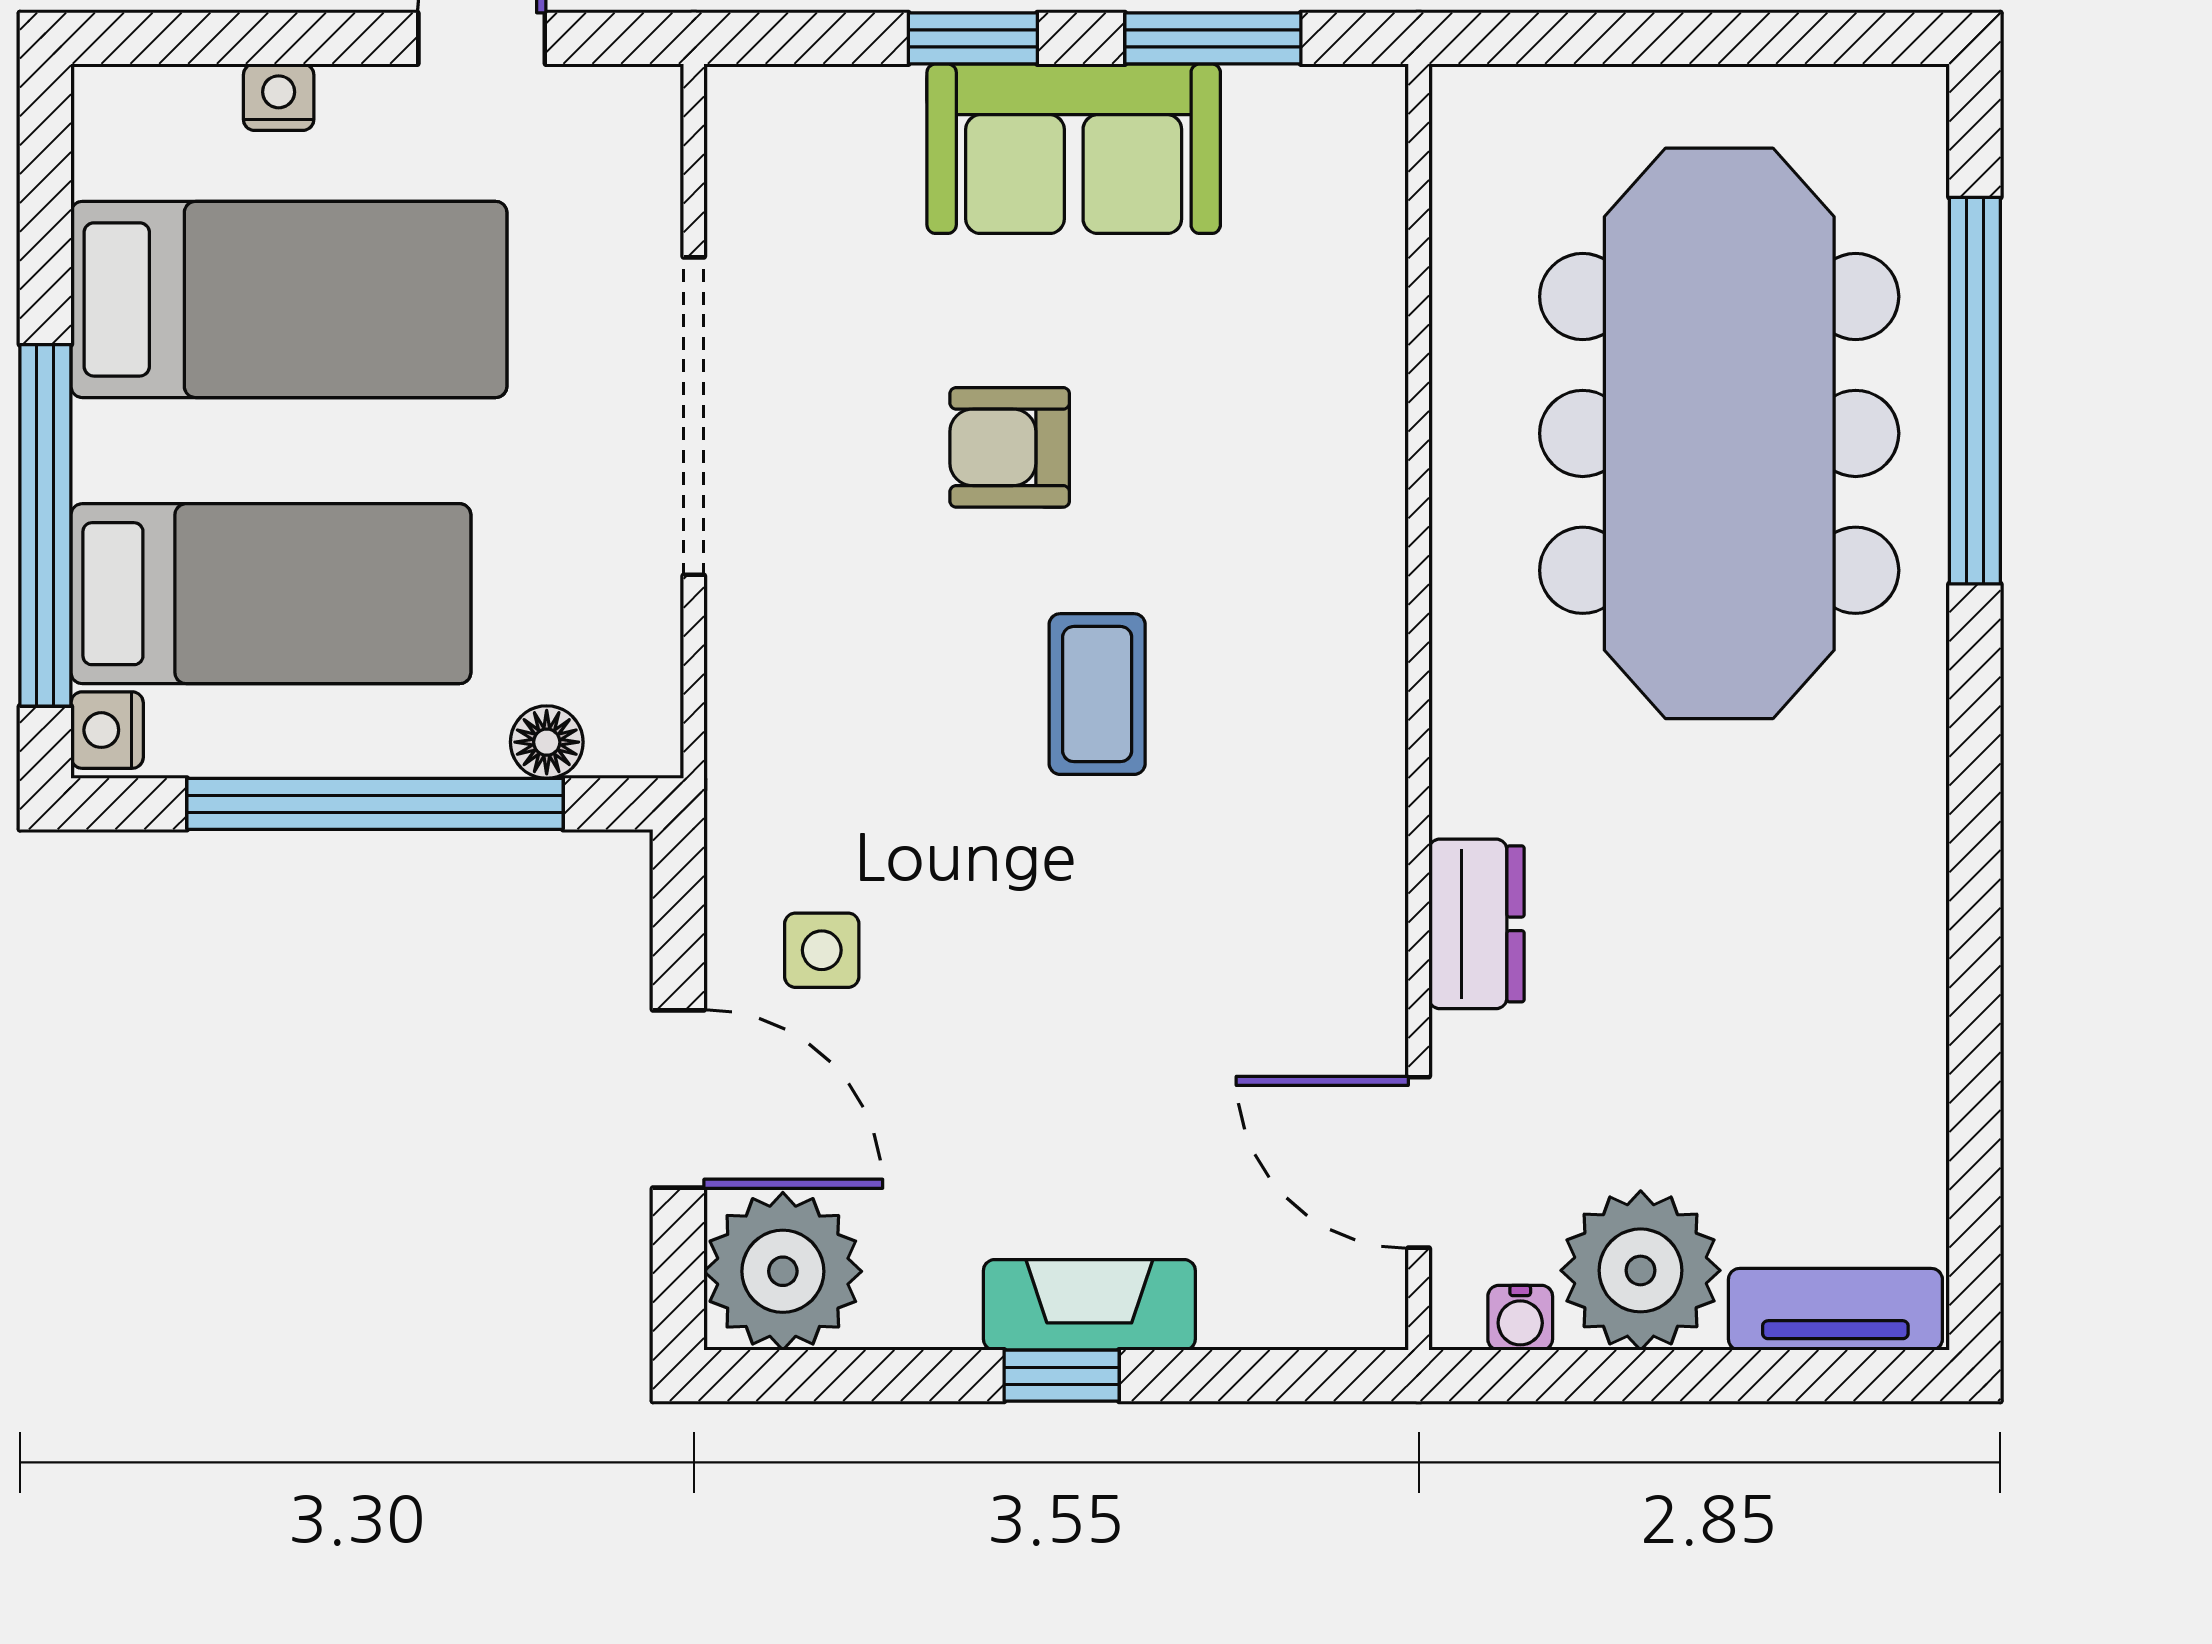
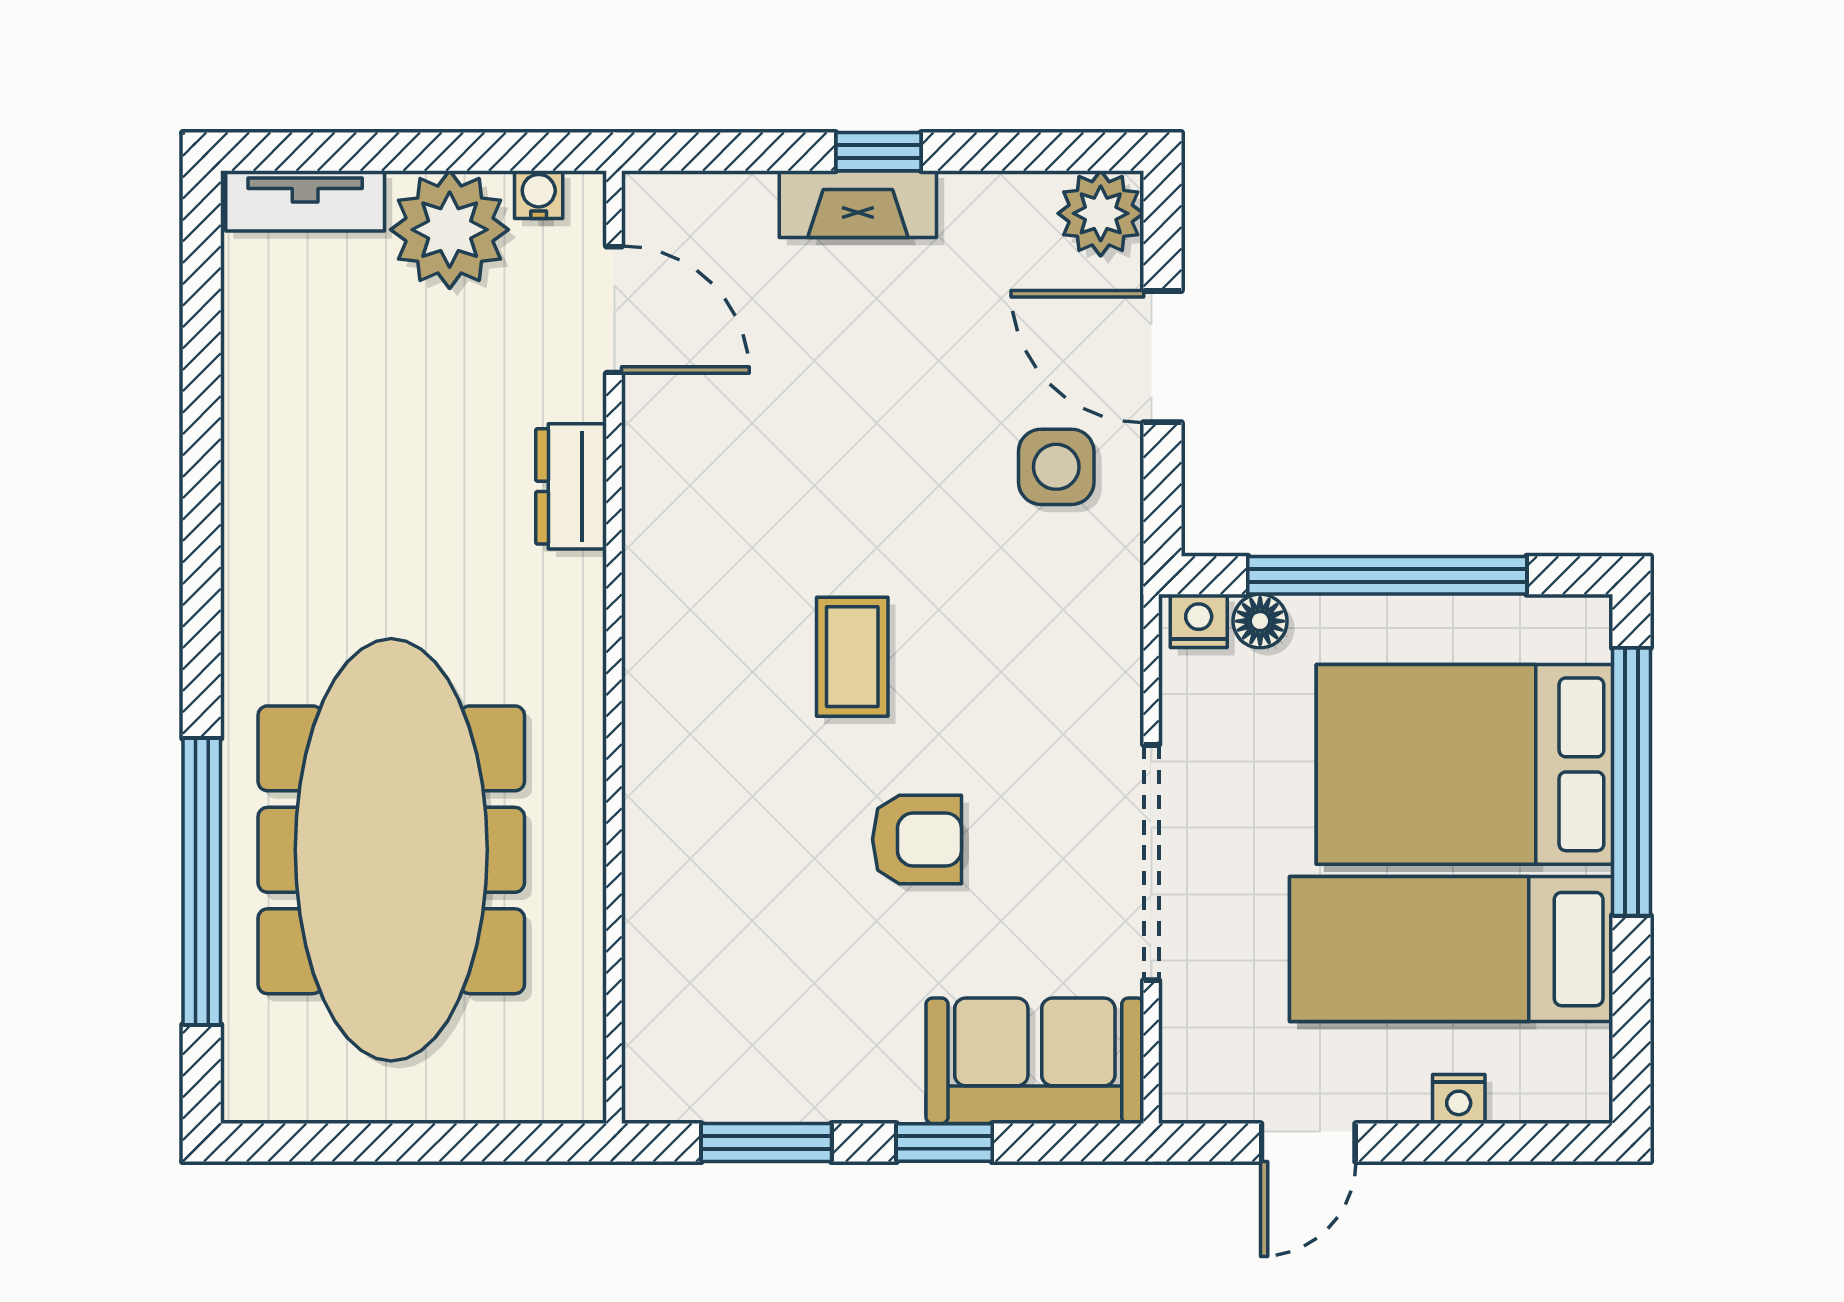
sofa: (1074, 149) -> (1035, 1061), moved
bed: (271, 594) -> (1464, 764), width x1.50
nightstand: (107, 730) -> (1199, 621), moved, turned -90
side table: (822, 950) -> (1056, 467), width x1.37, depth x1.37
plant: (783, 1271) -> (1101, 213), width x0.73, depth x0.73

